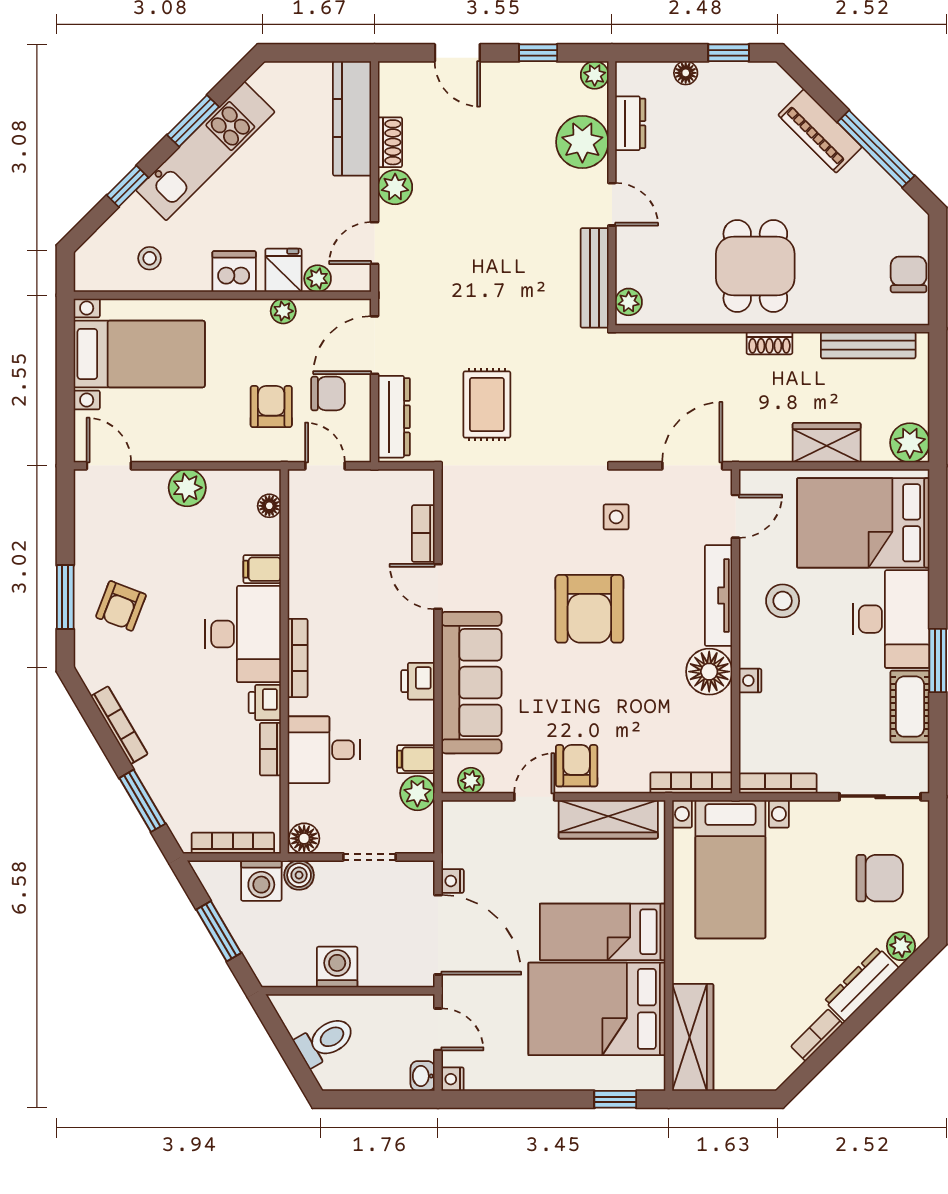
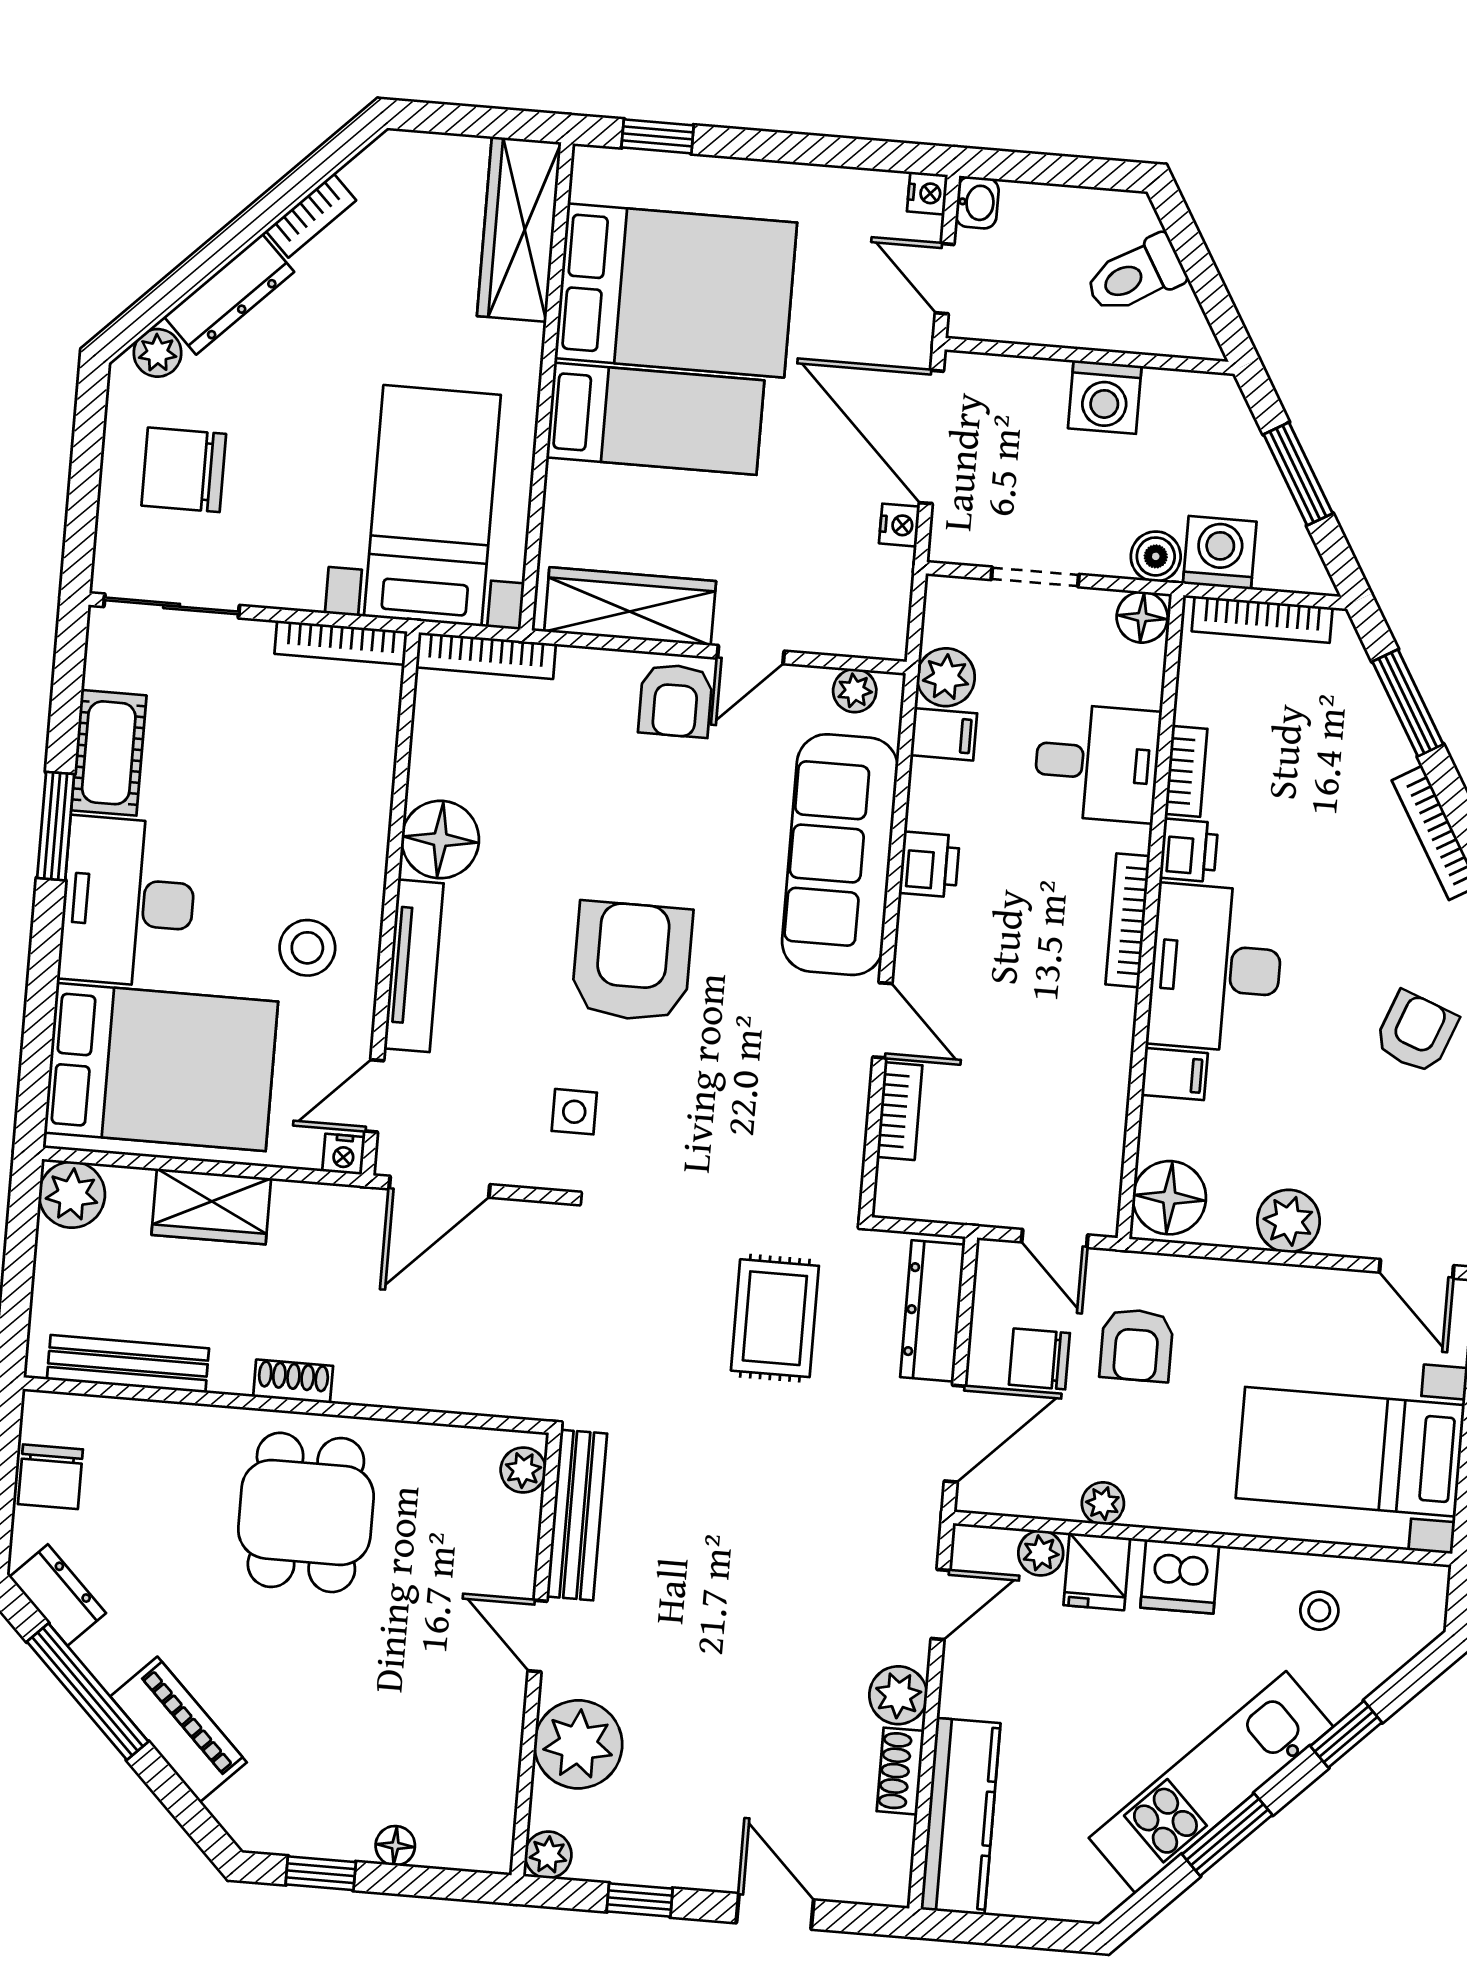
dresser: (630, 123) -> (58, 1595), moved, turned 135
floor lamp: (269, 506) -> (1169, 1198), width x1.89, depth x1.89
nightstand: (750, 681) -> (344, 1154), moved, turned 90

